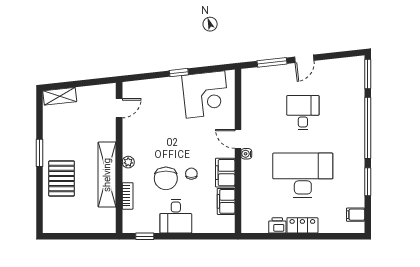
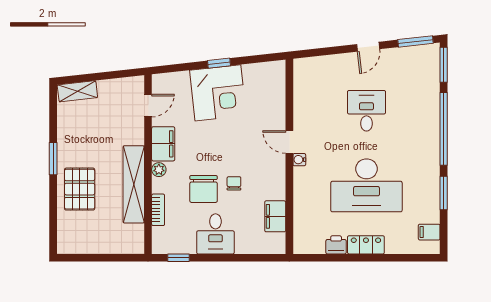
window: (272, 62) -> (415, 41), moved
corner desk: (206, 94) -> (218, 93), moved
filing cabinet: (225, 173) -> (163, 144), moved, turned 180
desk: (303, 175) -> (366, 185), turned 180

